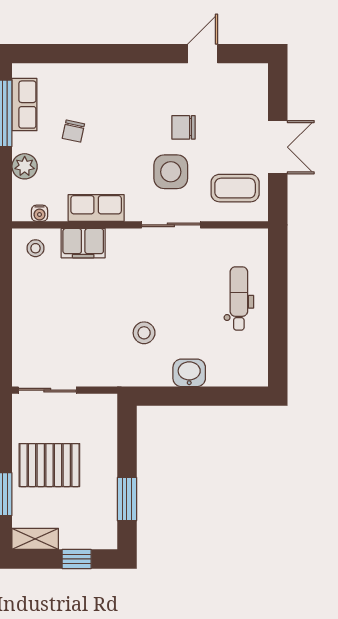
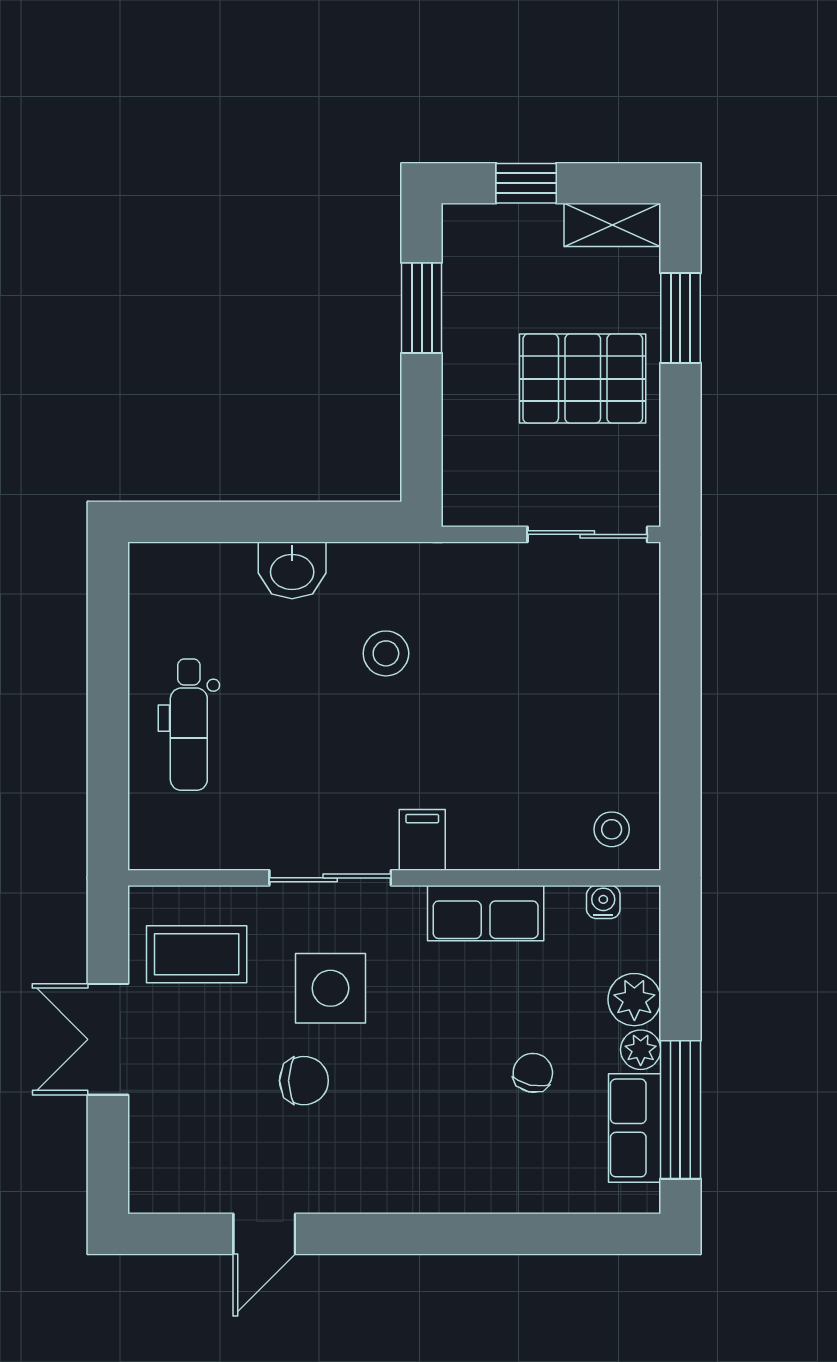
plant: (22, 142) -> (641, 1050), added
filing cabinet: (83, 243) -> (422, 840), moved, width x0.50

